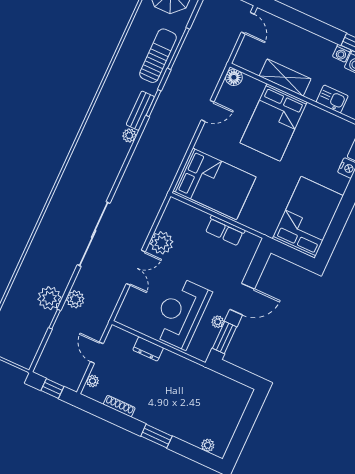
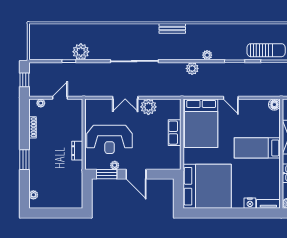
bench: (140, 111) -> (172, 28), moved
door: (208, 111) -> (231, 98), moved
bed: (274, 122) -> (257, 148), width x0.67
bed: (308, 217) -> (207, 186), width x1.36
row of seats: (225, 231) -> (175, 133), moved
plant: (75, 299) -> (192, 68), moved
reception desk: (181, 313) -> (110, 139), turned 180
dresser: (148, 349) -> (77, 151), moved

